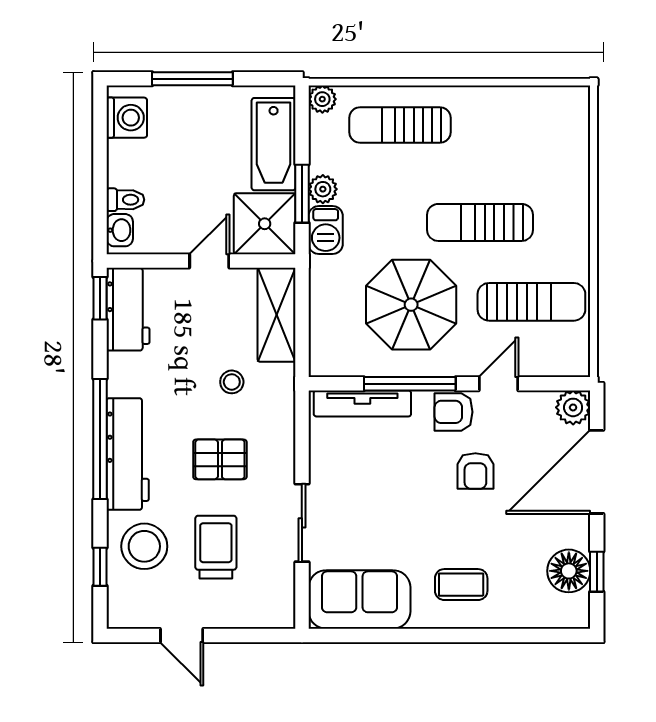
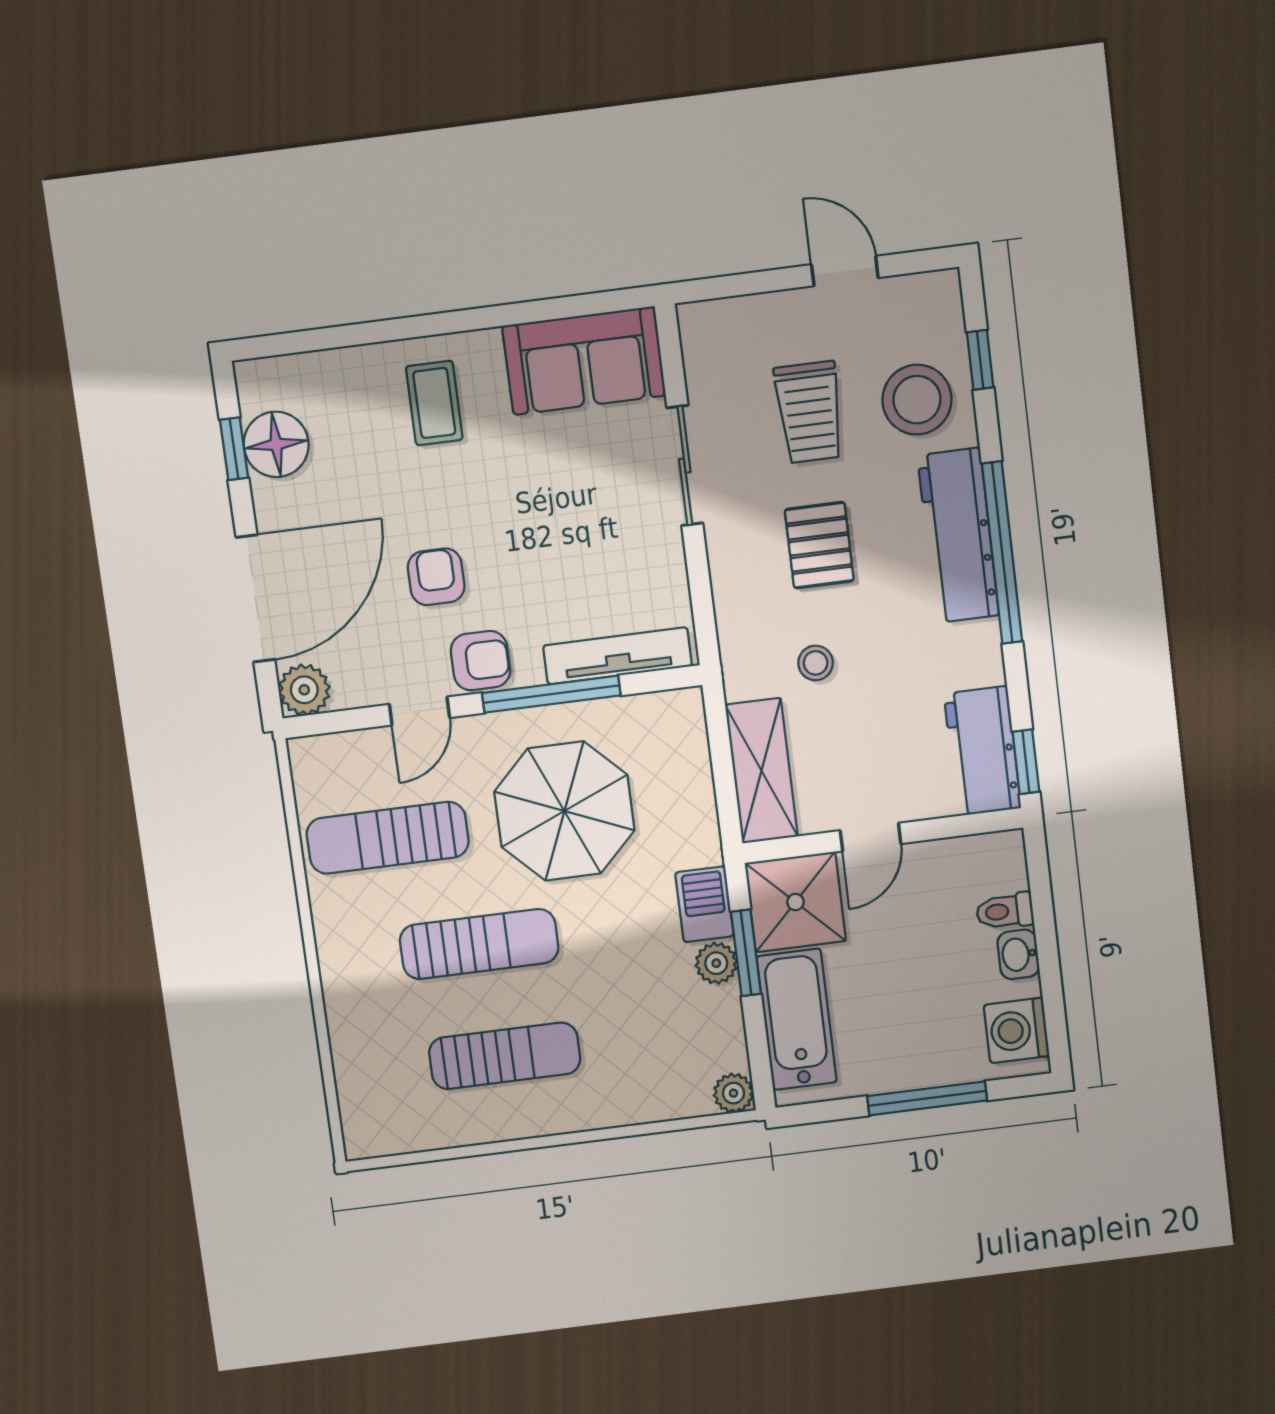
sun lounger: (400, 125) -> (505, 1056), moved
washbasin: (120, 230) -> (1018, 954), moved
pallet: (220, 459) -> (819, 545), turned 90
coffee table: (461, 585) -> (434, 403), turned 90

